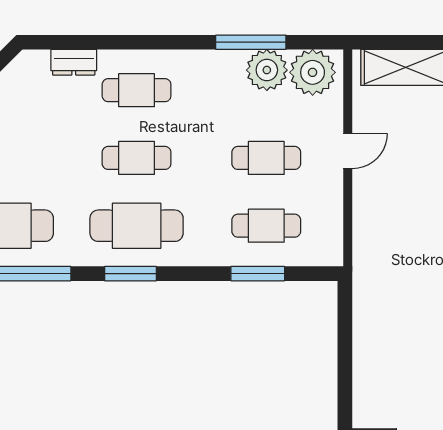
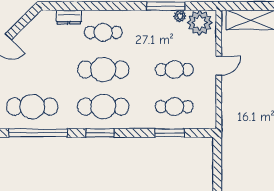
plant: (267, 70) -> (180, 16), width x0.53, depth x0.53
cafe table: (137, 158) -> (103, 69), width x1.37, depth x1.35

